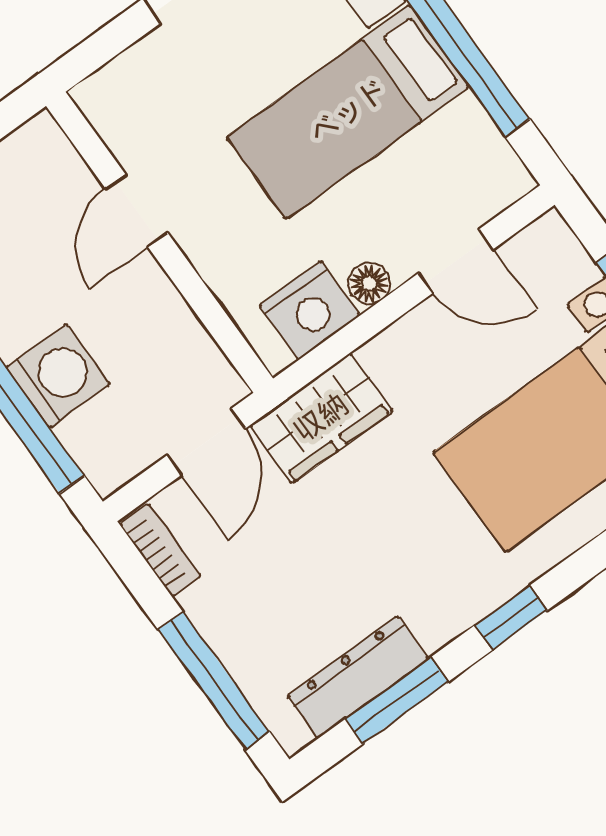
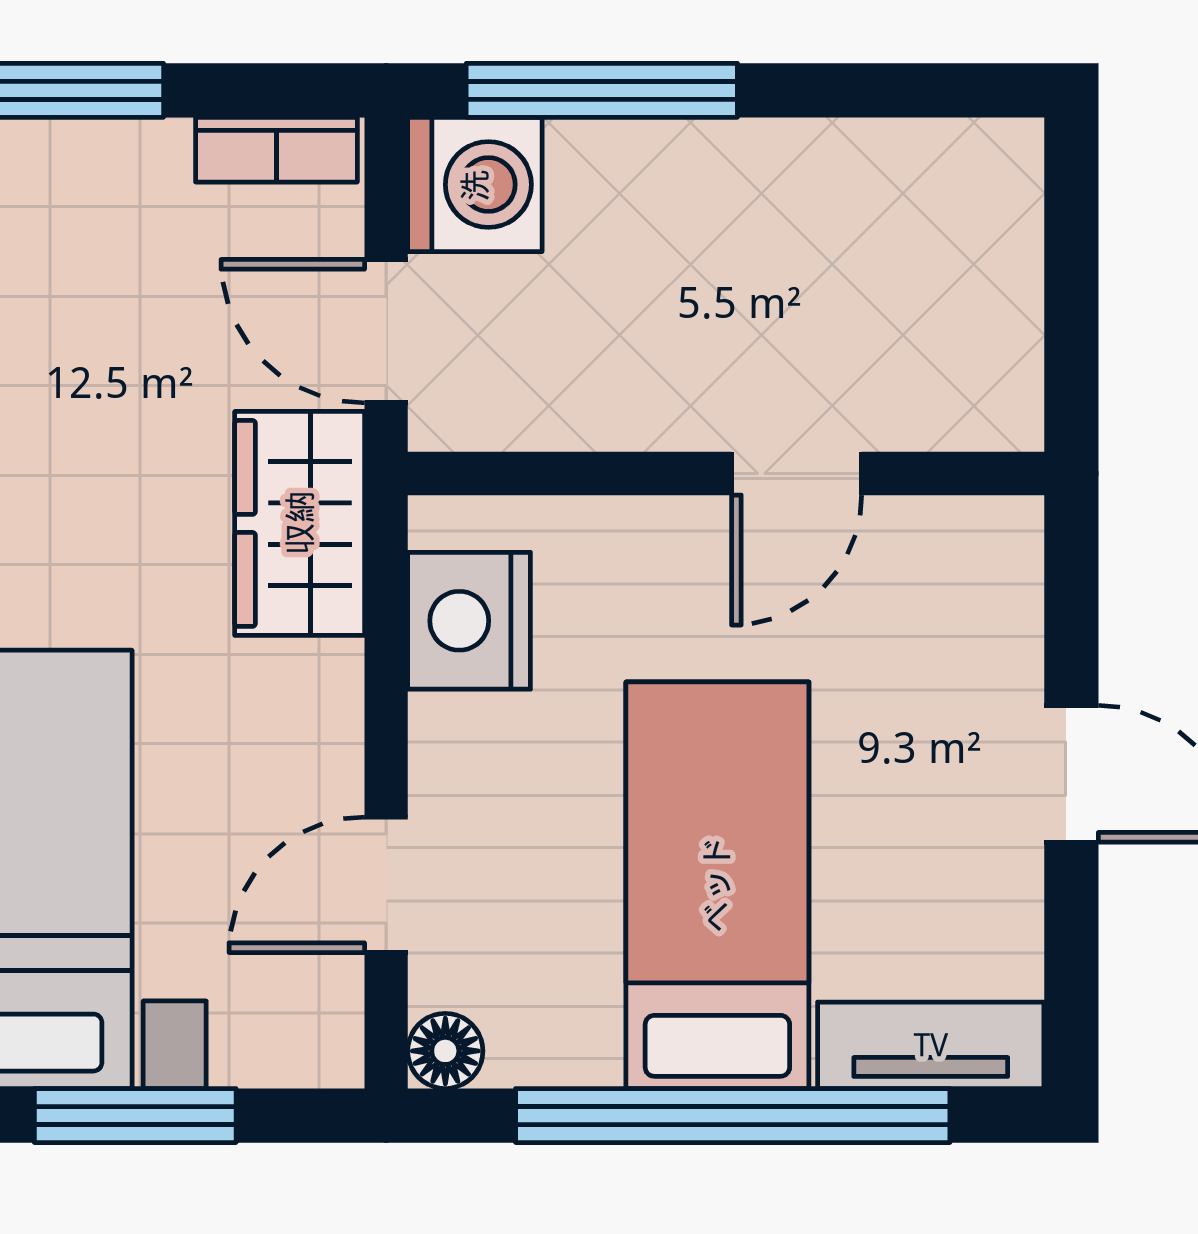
door: (137, 211) -> (797, 473), swing flipped
floor lamp: (369, 283) -> (445, 1051), moved
washing machine: (58, 376) -> (475, 185), moved, turned -90

